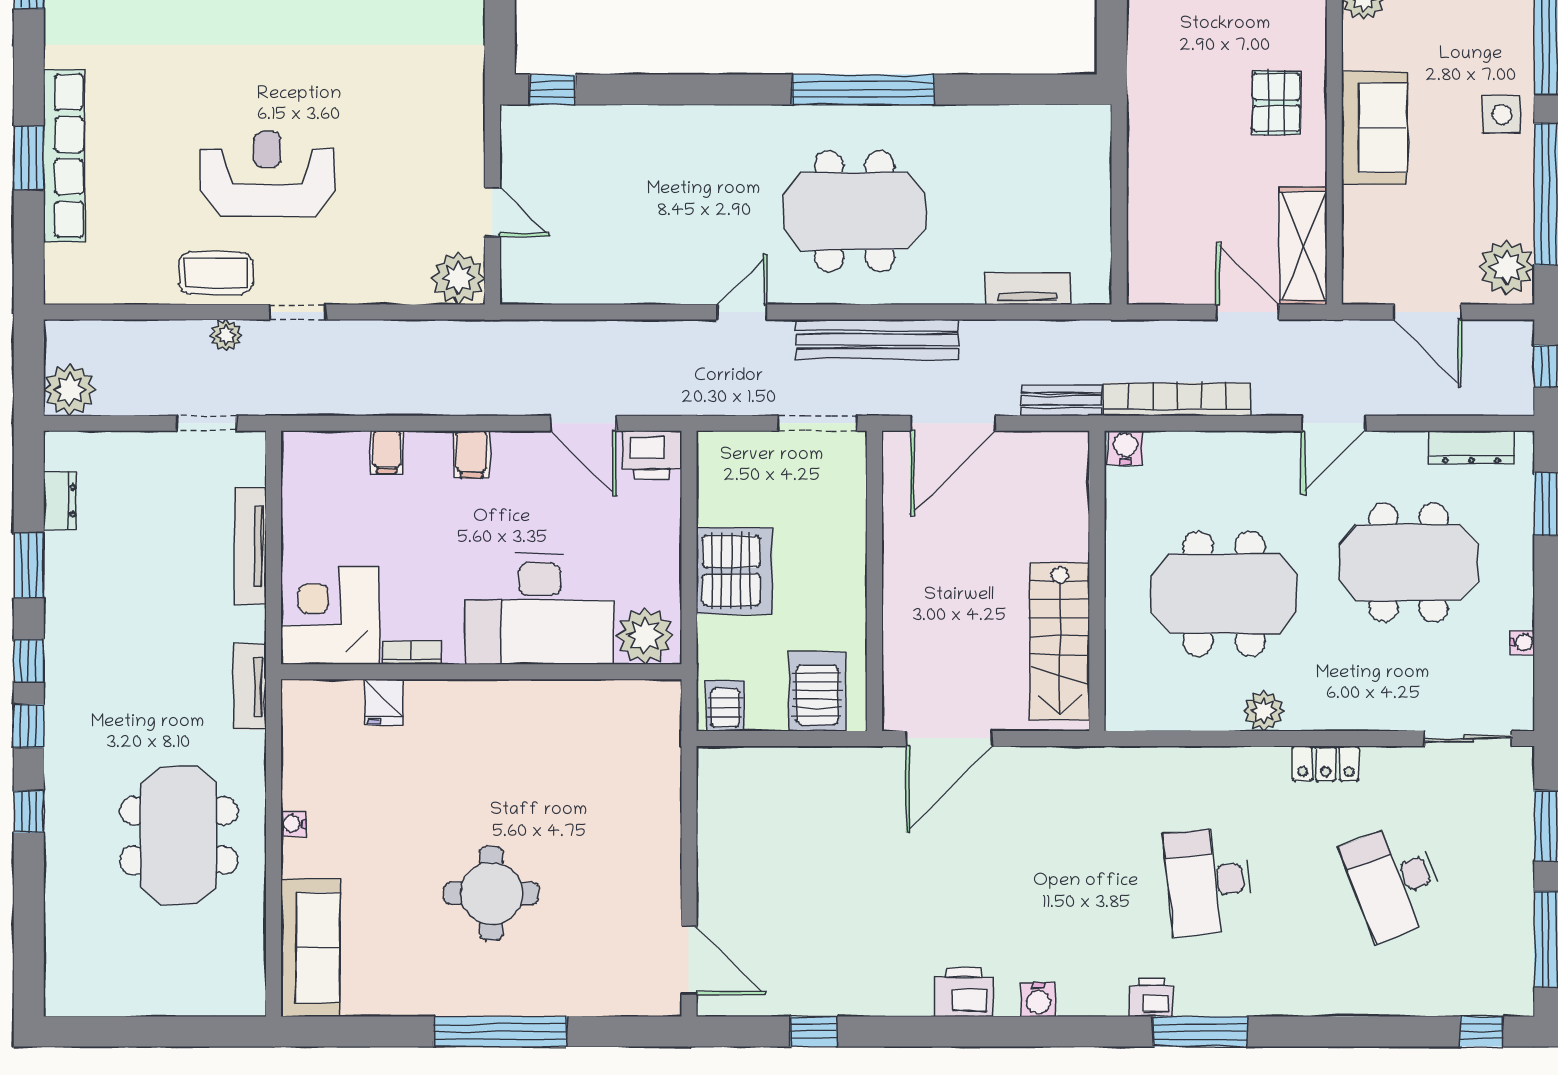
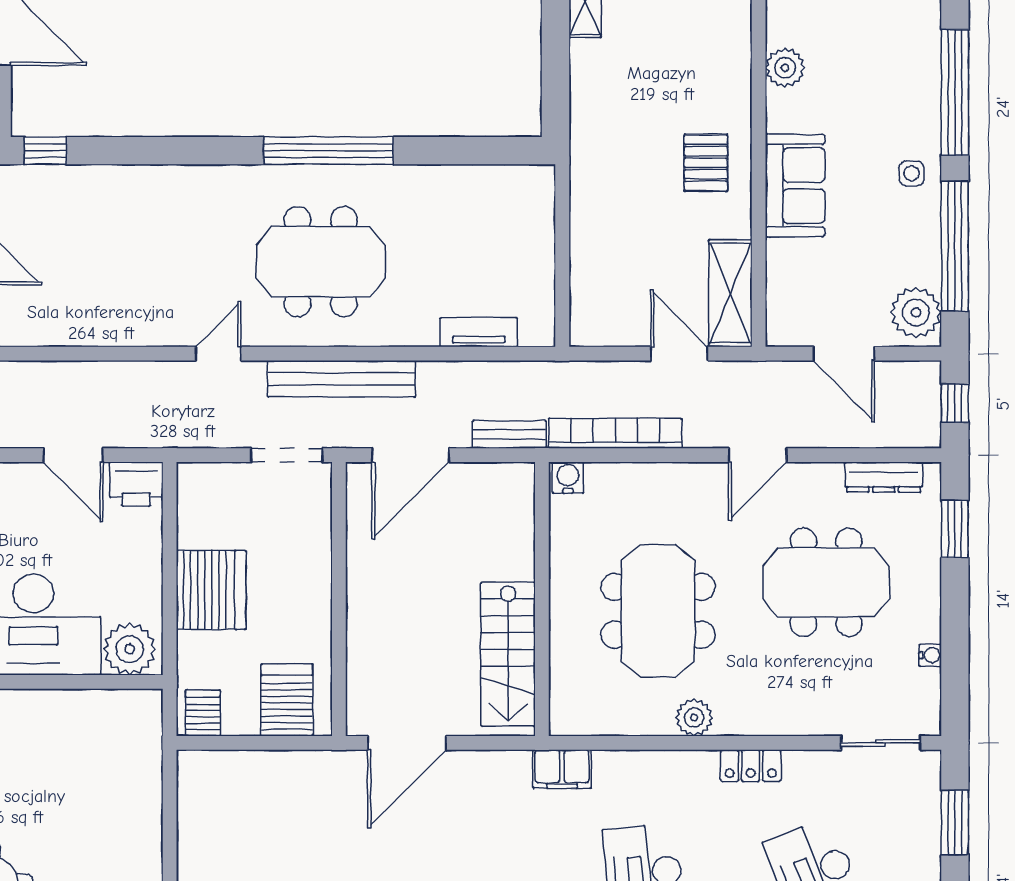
side table: (1502, 114) -> (912, 173), width x0.73, depth x0.73
meeting table: (1224, 594) -> (658, 611), turned 90
filing cabinet: (1119, 767) -> (562, 769), added

